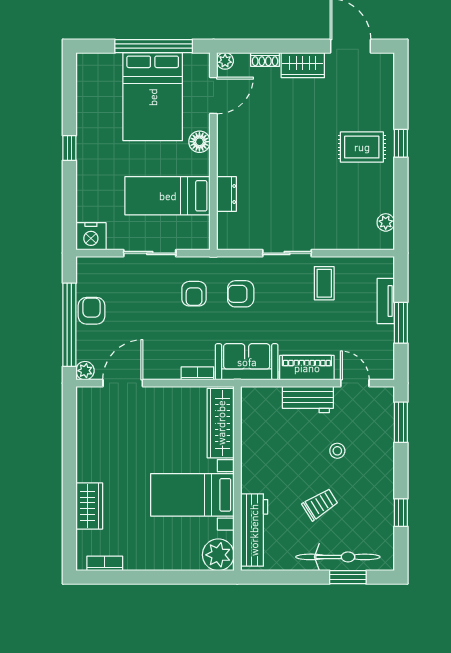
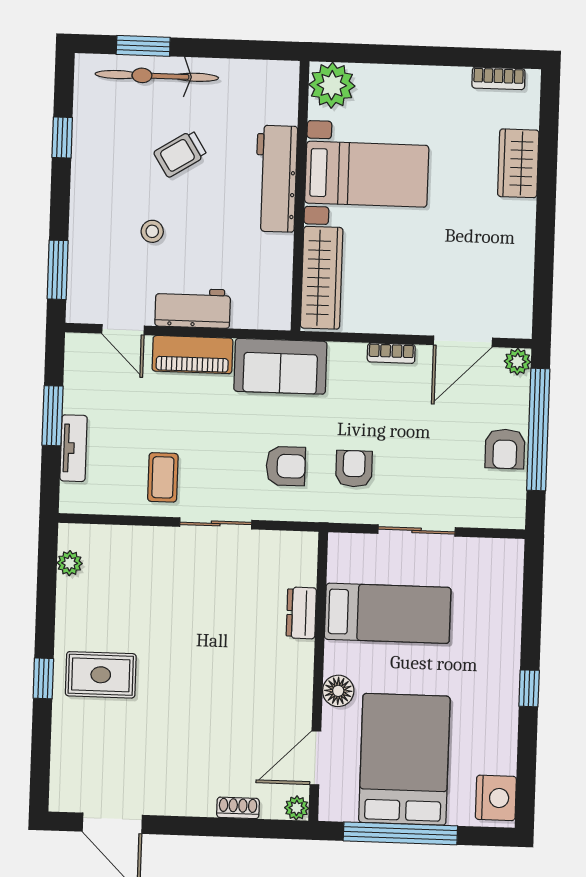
wardrobe: (303, 65) -> (183, 798), removed
nightstand: (91, 236) -> (496, 798), moved, turned 90
bookcase: (197, 373) -> (391, 353), moved
workbench: (254, 530) -> (276, 179), moved

